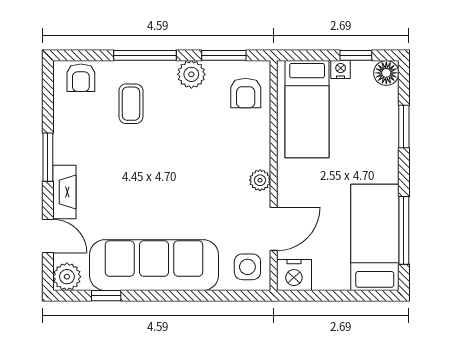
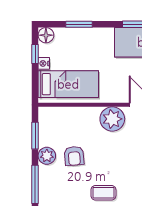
armchair: (246, 93) -> (74, 156), moved, turned 85
coffee table: (131, 104) -> (103, 193), moved
plant: (260, 180) -> (112, 119), width x1.88, depth x1.88

